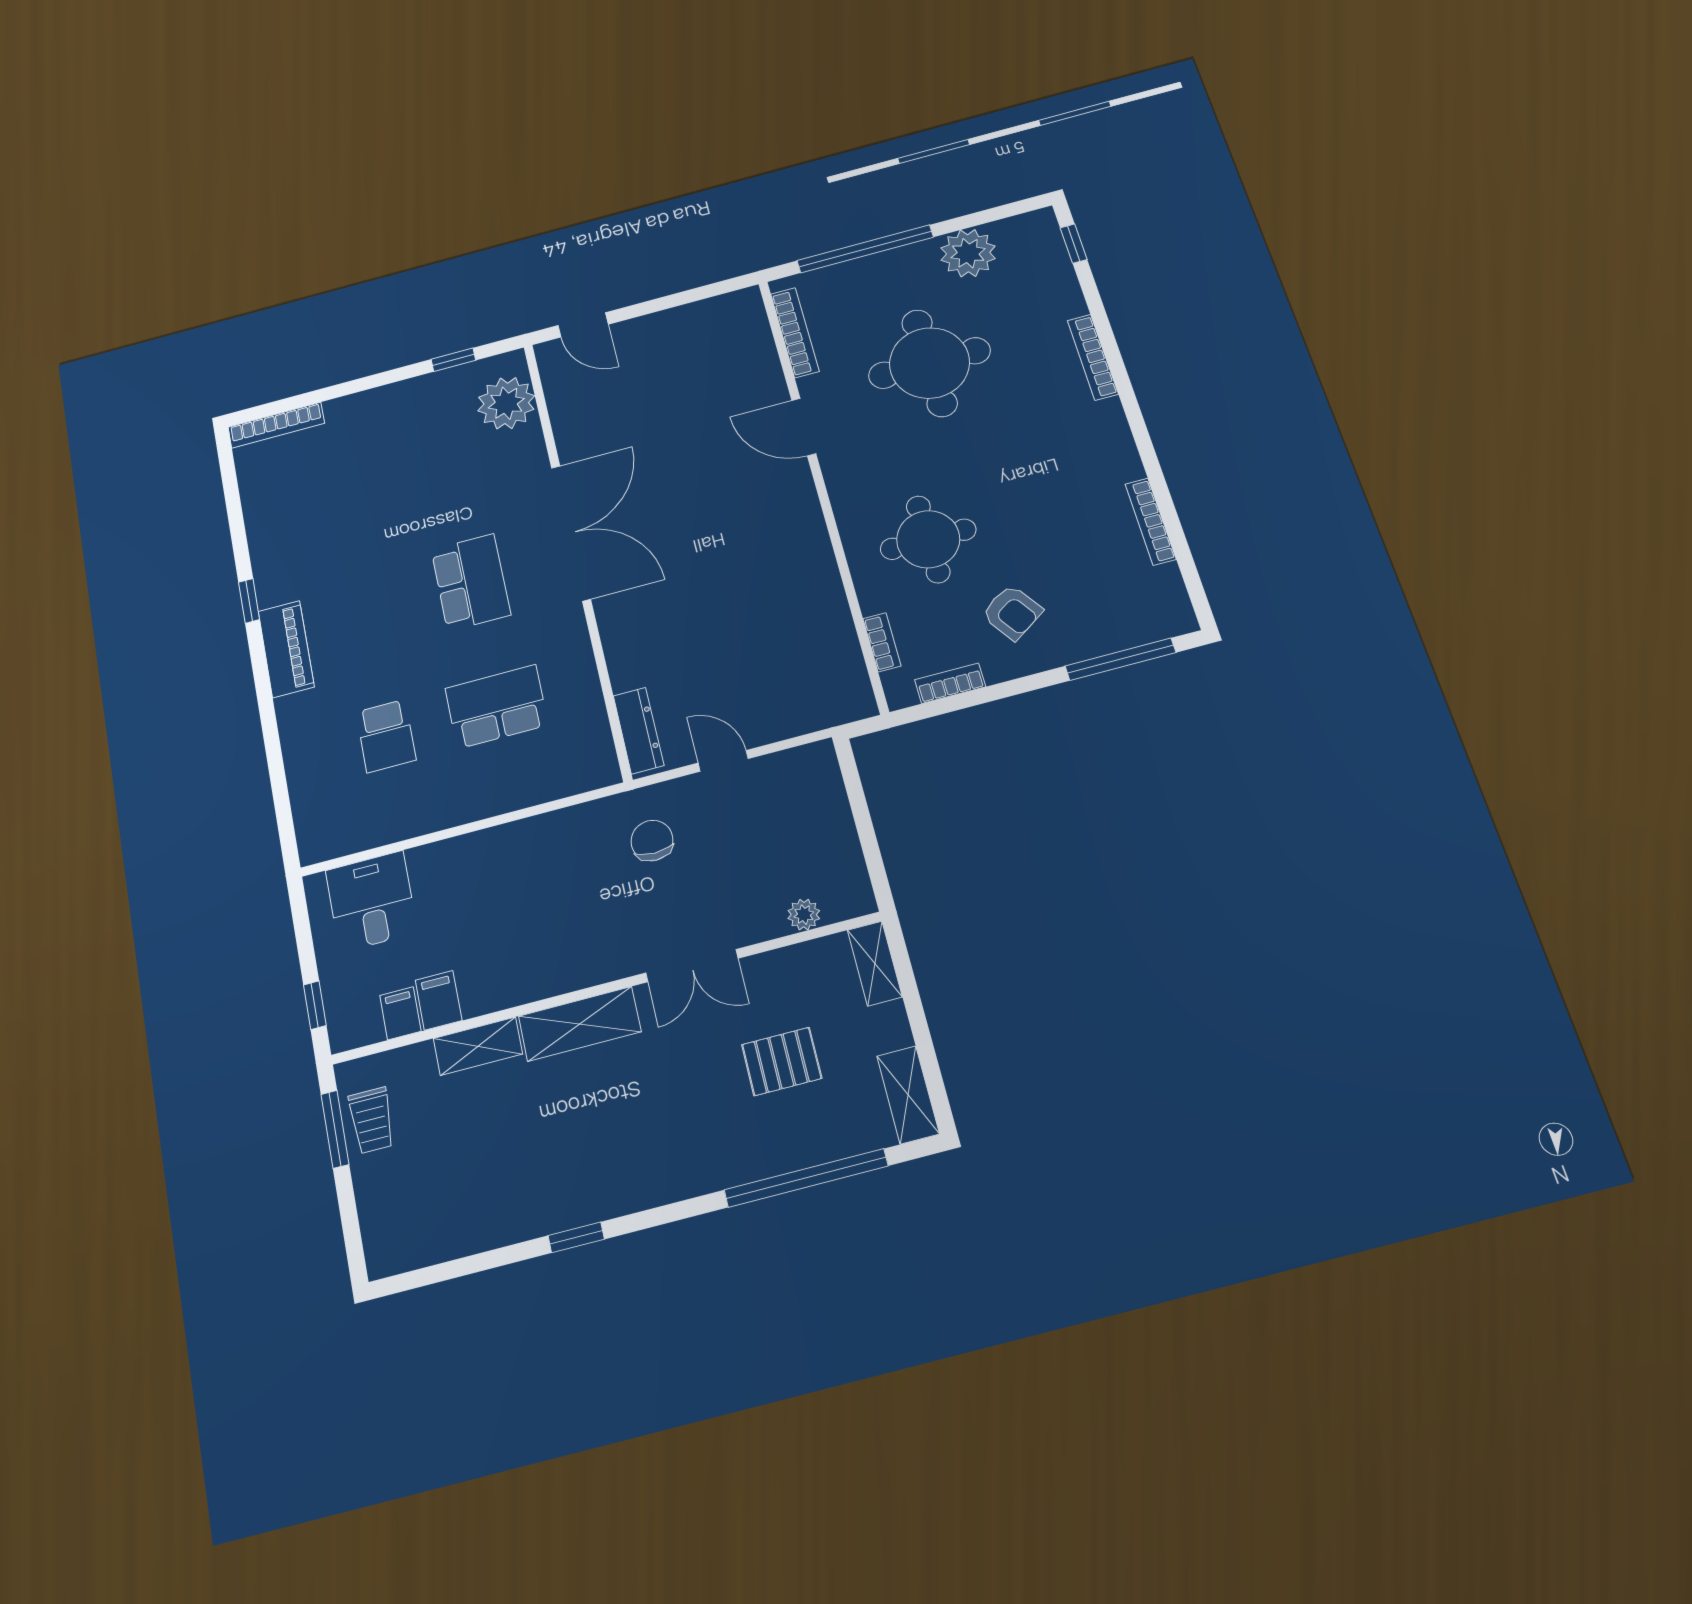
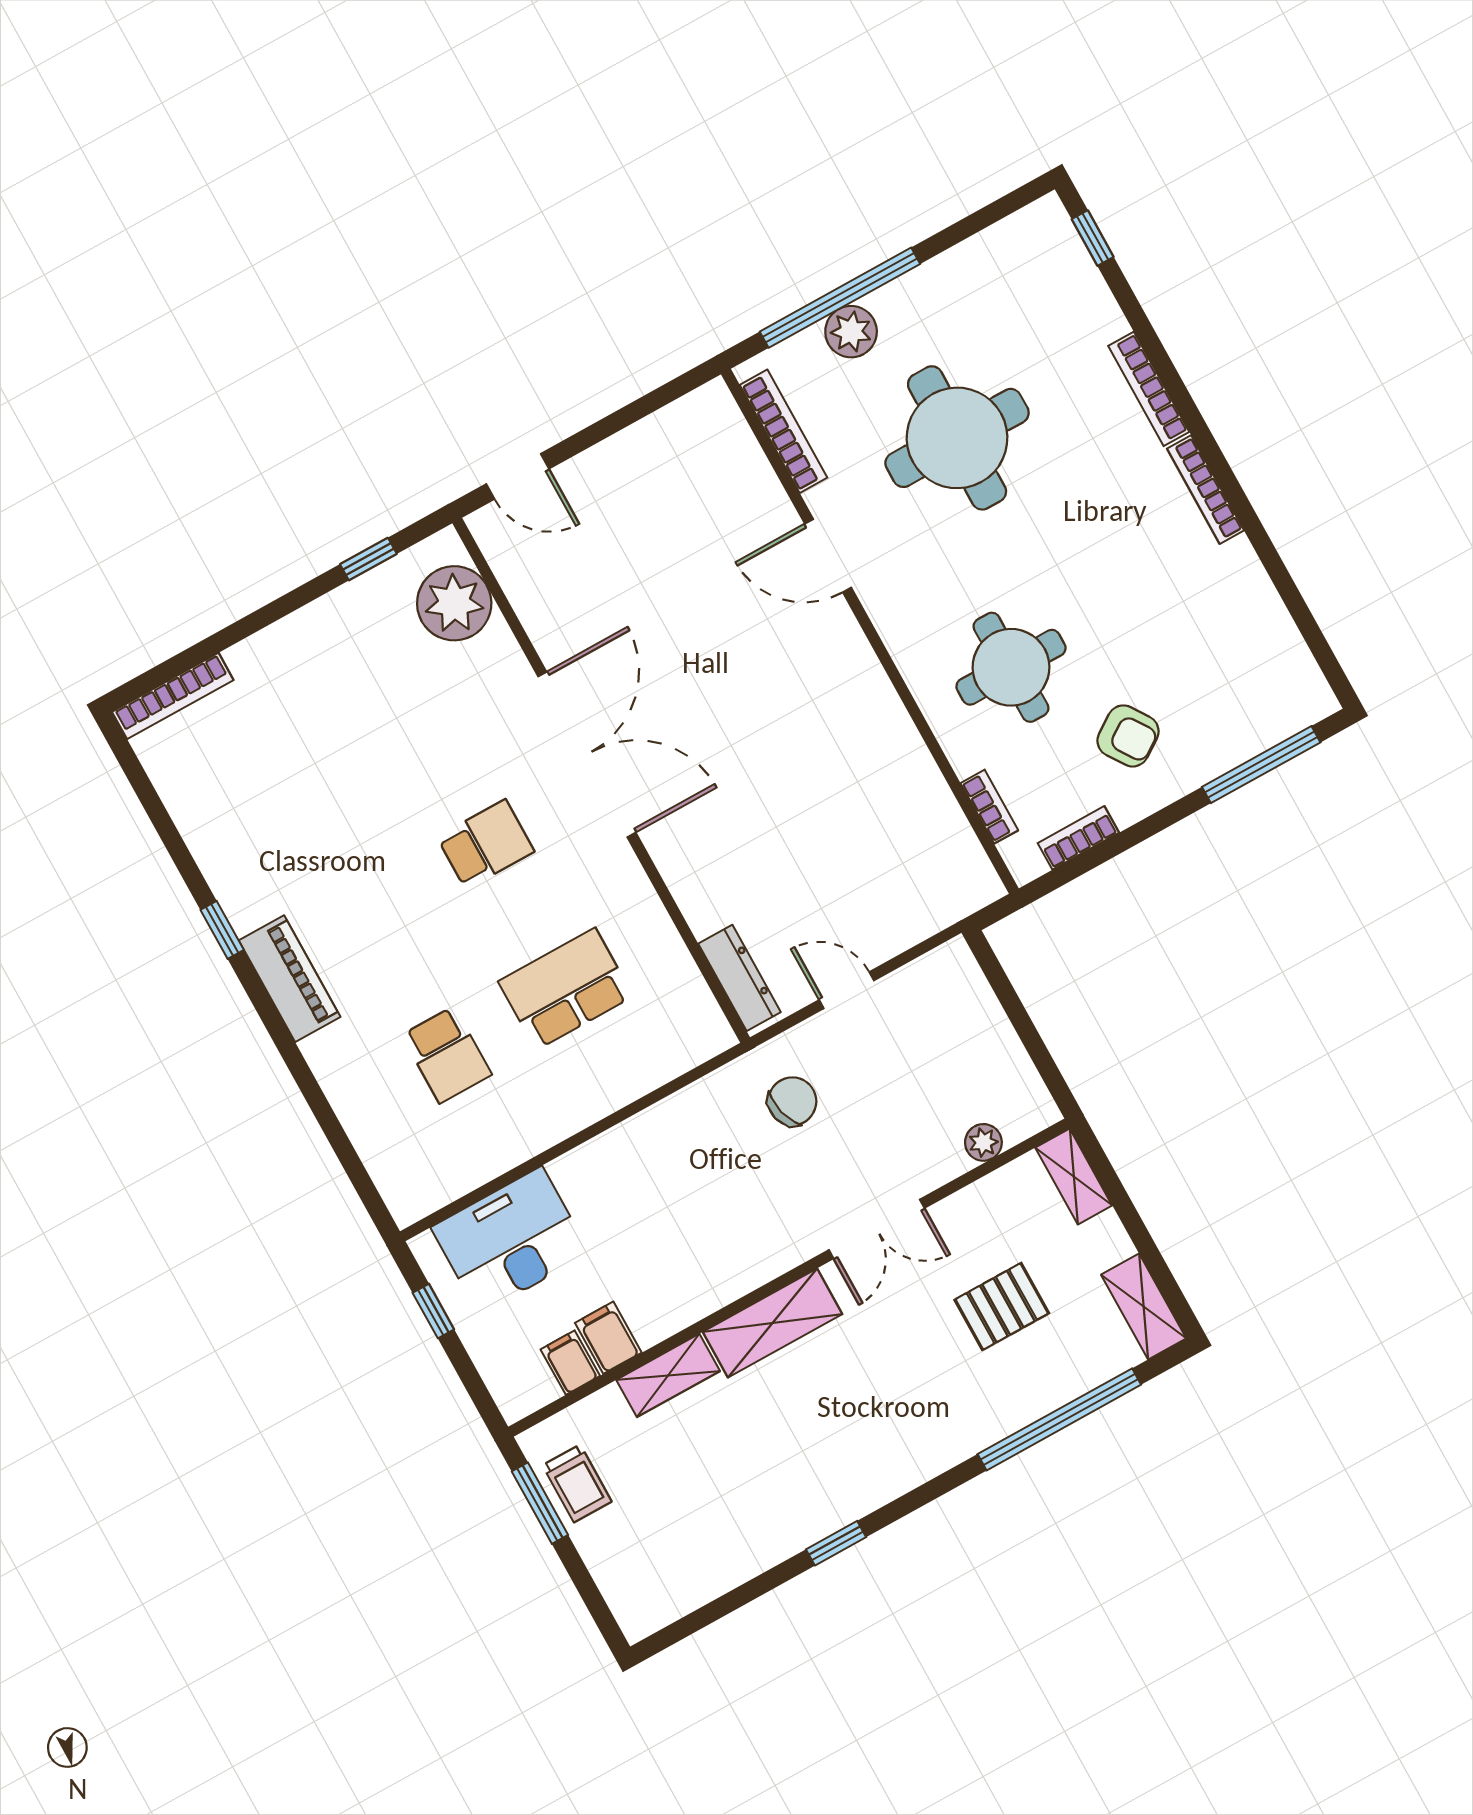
plant: (968, 253) -> (851, 332), moved, width x0.73, depth x0.73
bookcase: (1150, 522) -> (1205, 490), moved
school desk: (471, 582) -> (486, 844), width x0.54
chair: (652, 841) -> (792, 1101), turned 75
desk: (371, 901) -> (510, 1240), width x1.37
window: (315, 1005) -> (433, 1311), moved

